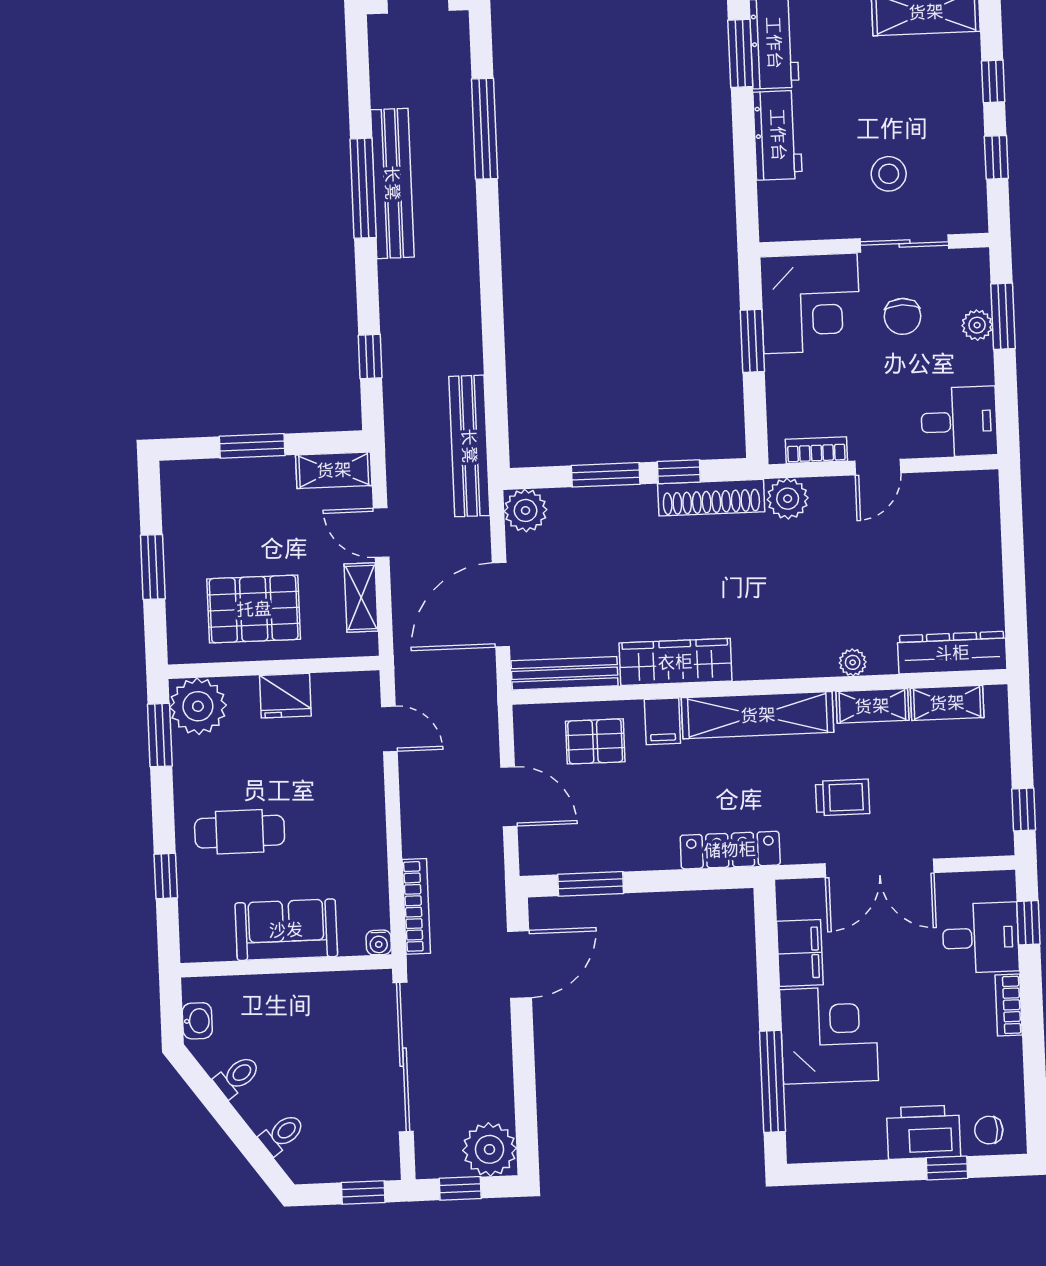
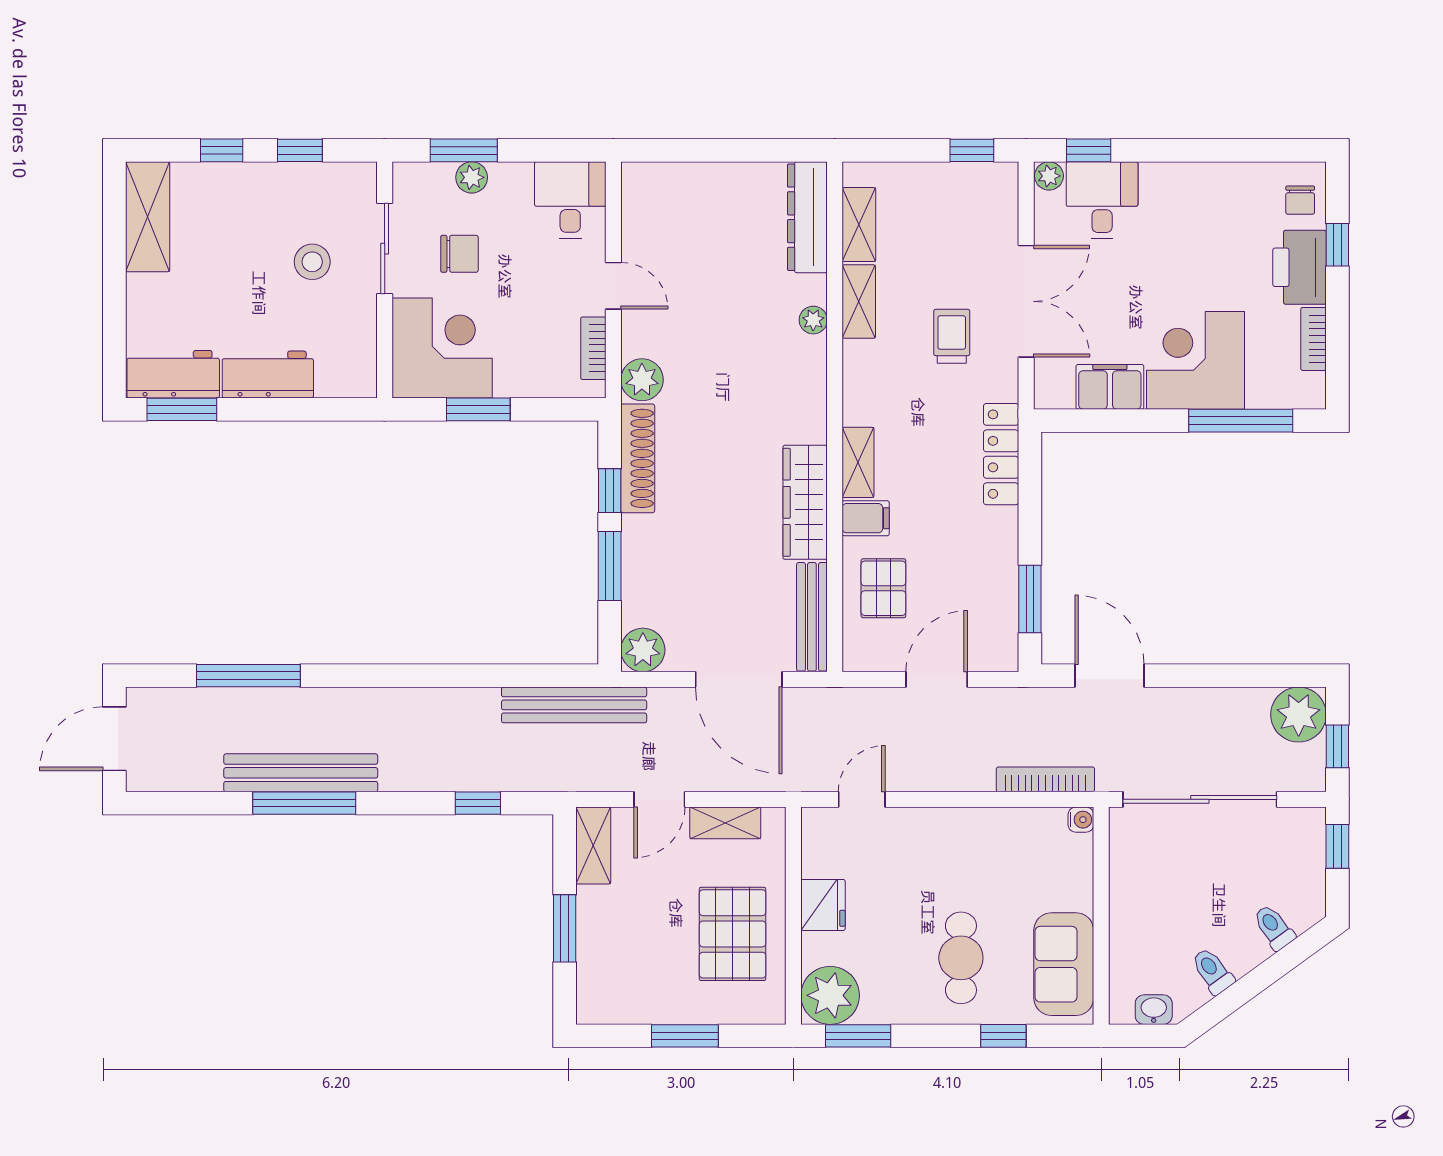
shelving: (758, 715) -> (858, 462), width x0.45, depth x0.75
plant: (1002, 885) -> (1049, 176), added
sofa: (286, 930) -> (1064, 964), moved
bookcase: (1009, 1005) -> (1314, 339), moved, turned 90

